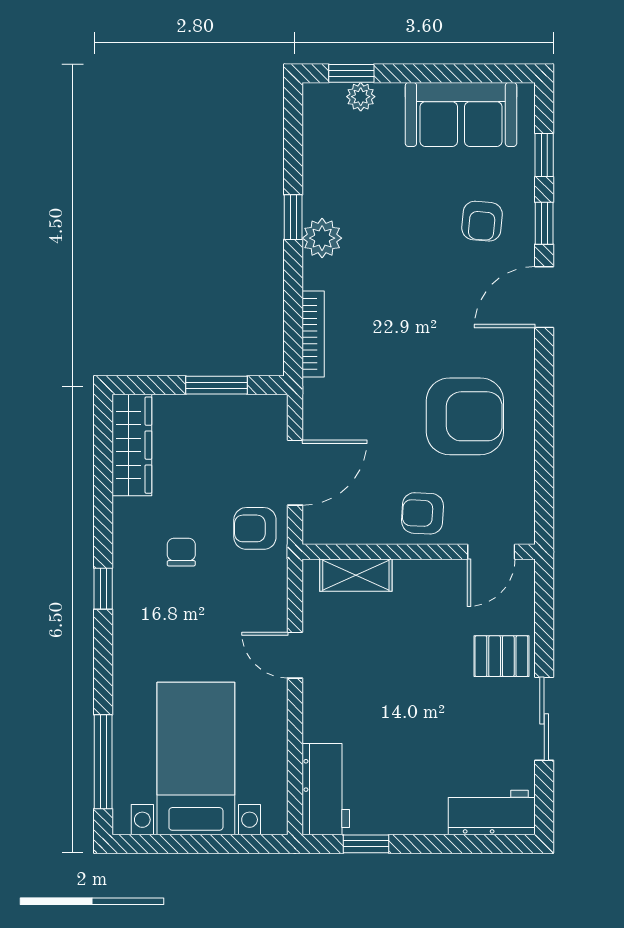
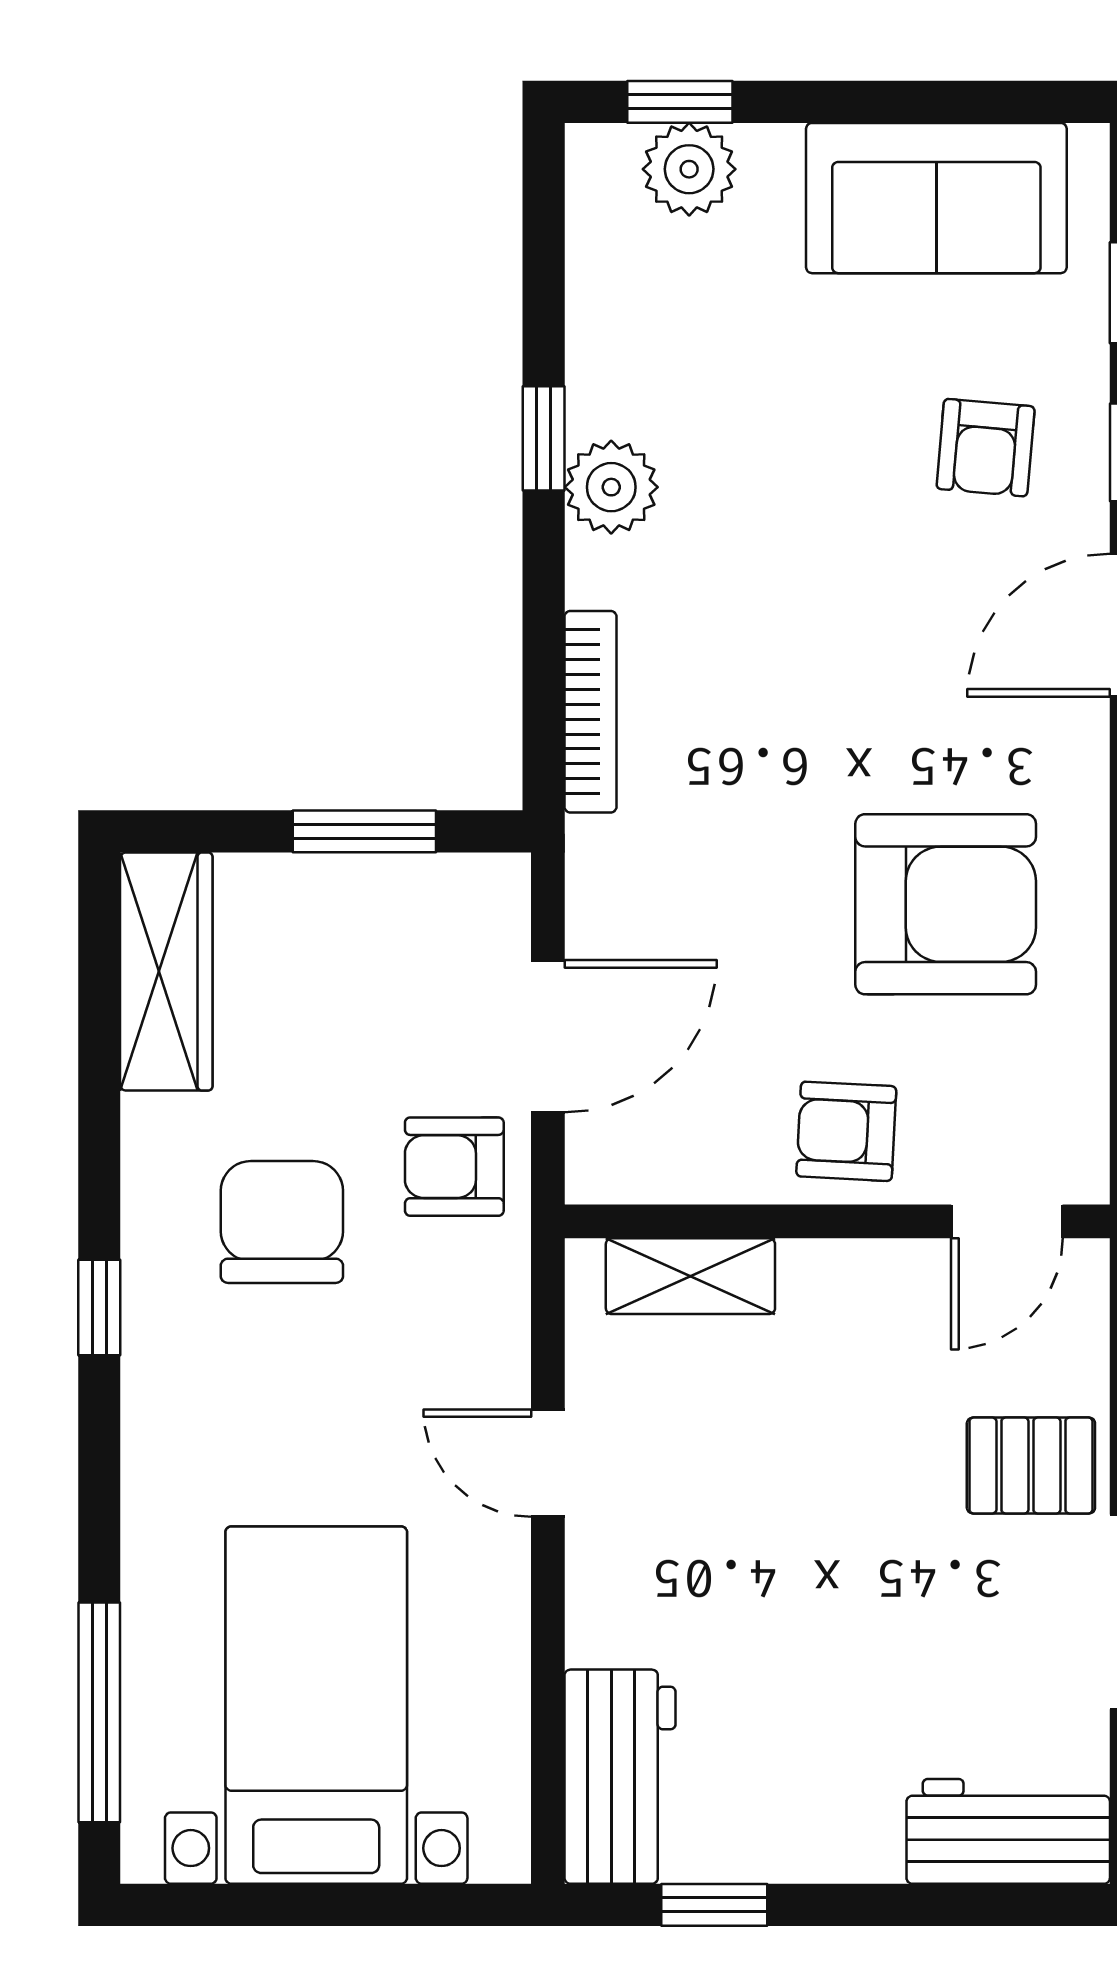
plant: (361, 97) -> (689, 169), width x1.38, depth x1.38
chair: (181, 552) -> (282, 1222), width x1.87, depth x1.87

